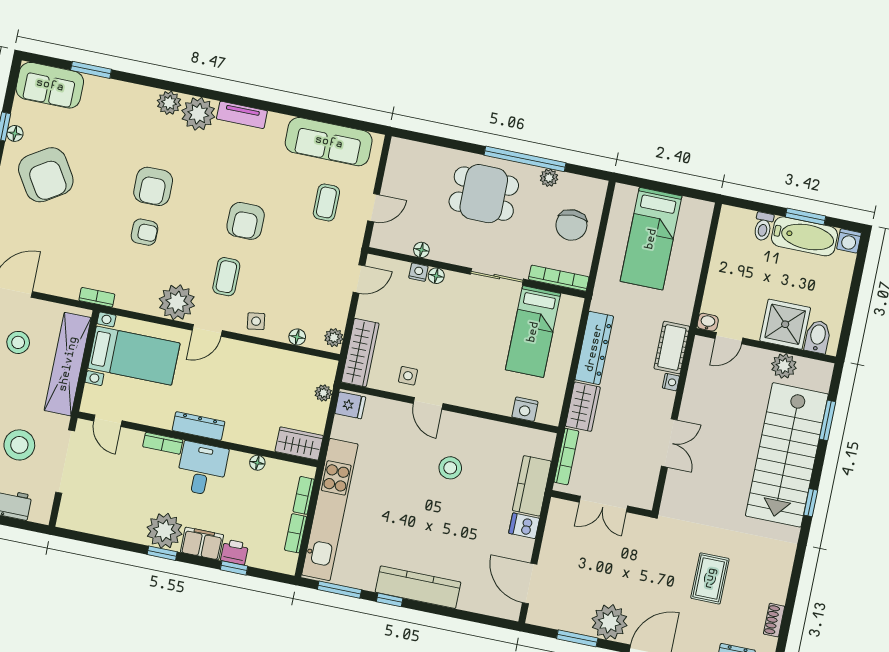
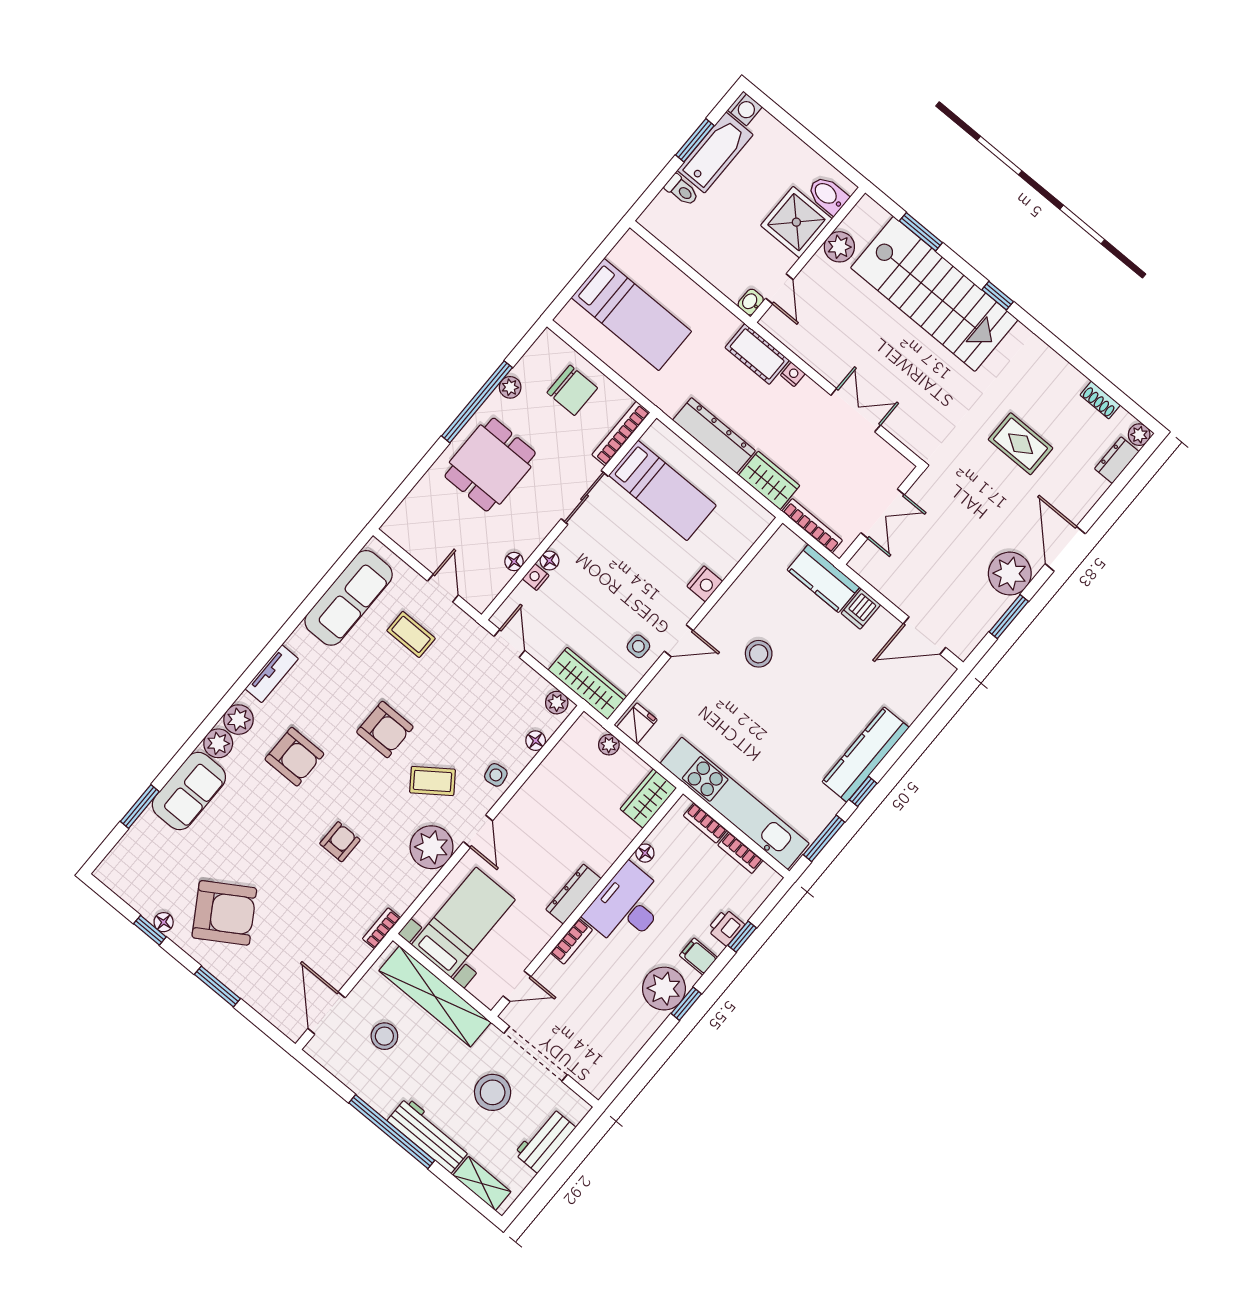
sofa: (50, 85) -> (189, 791), moved
plant: (198, 114) -> (238, 720), width x0.73, depth x0.73
armchair: (153, 186) -> (294, 757), moved
coffee table: (226, 277) -> (433, 781), turned -36
nightstand: (525, 409) -> (705, 584), moved
desk: (202, 469) -> (627, 907), width x1.37
filing cabinet: (202, 543) -> (698, 956), width x0.50

